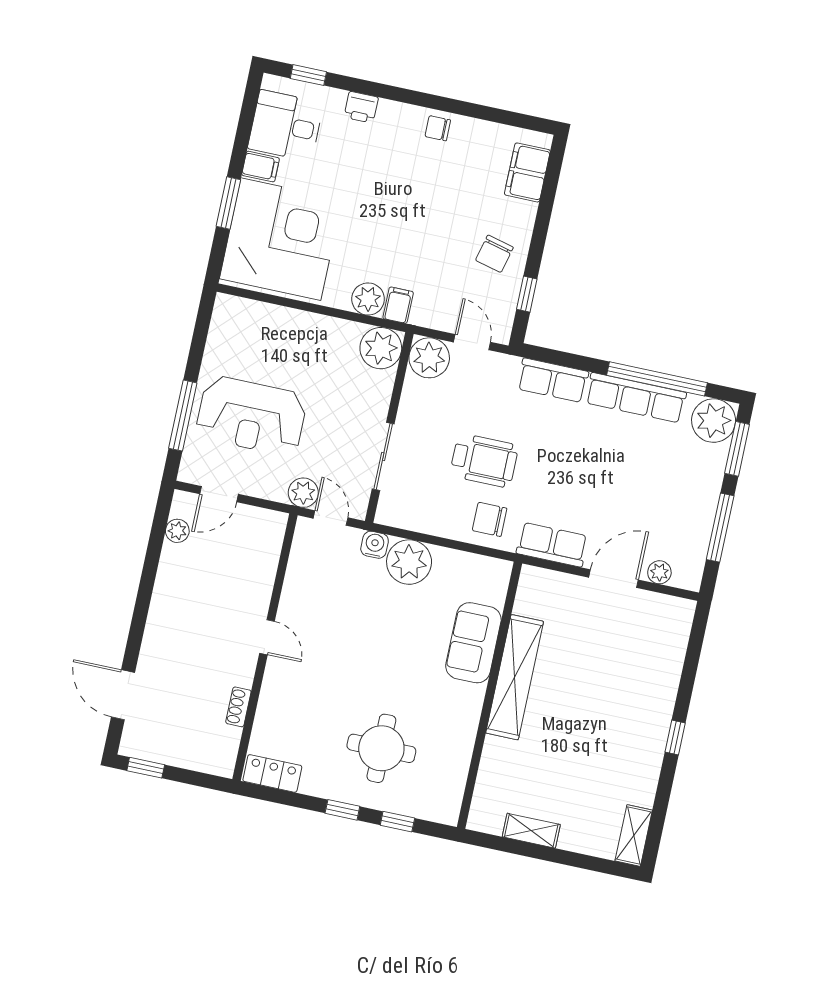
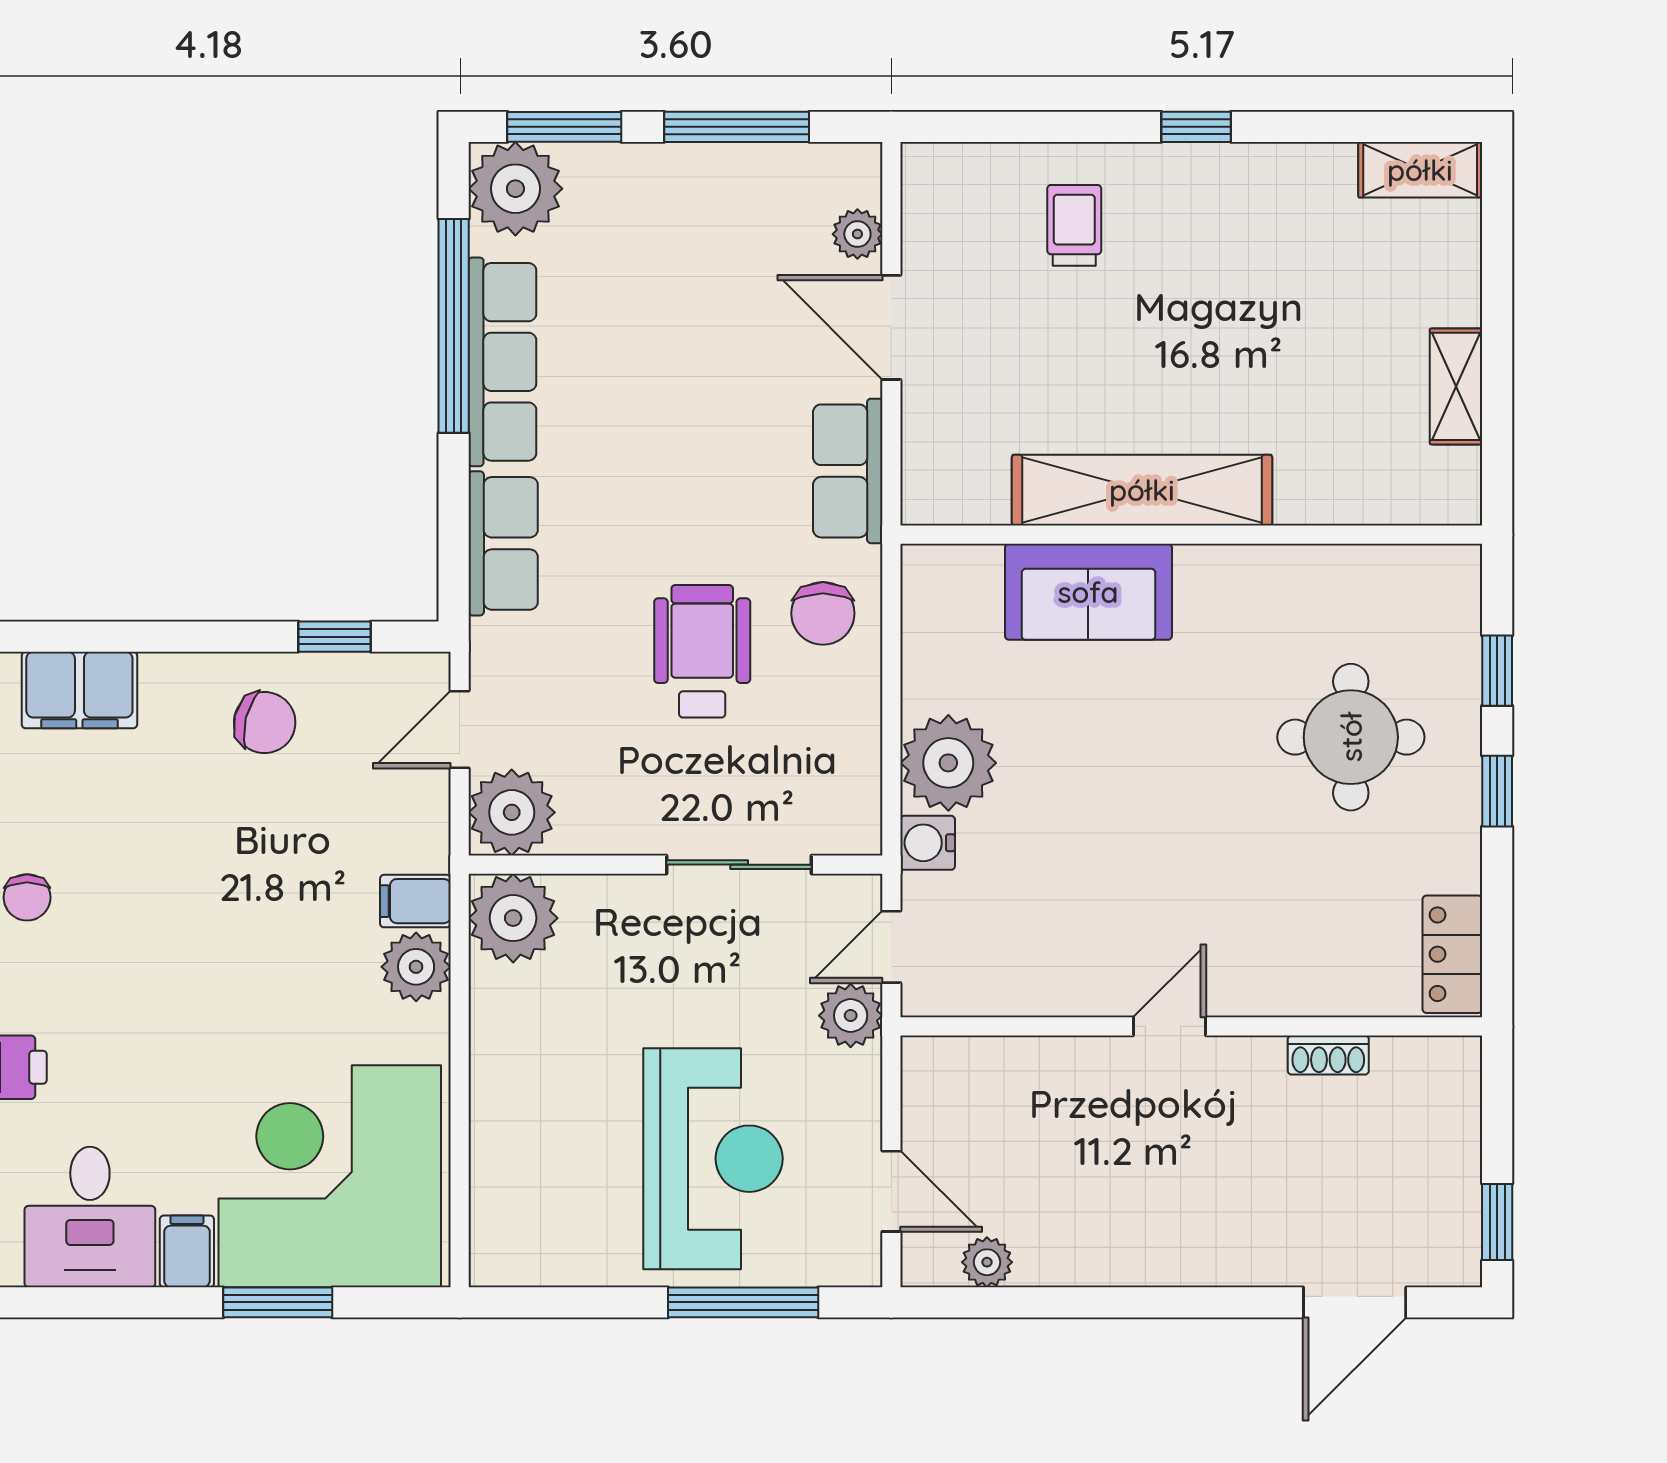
trolley: (642, 672) -> (1074, 225), added

